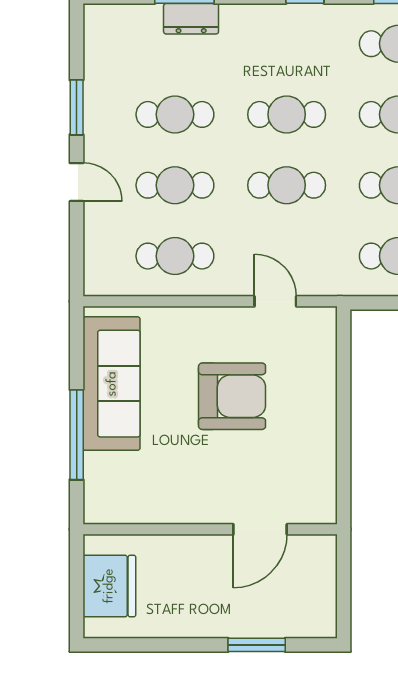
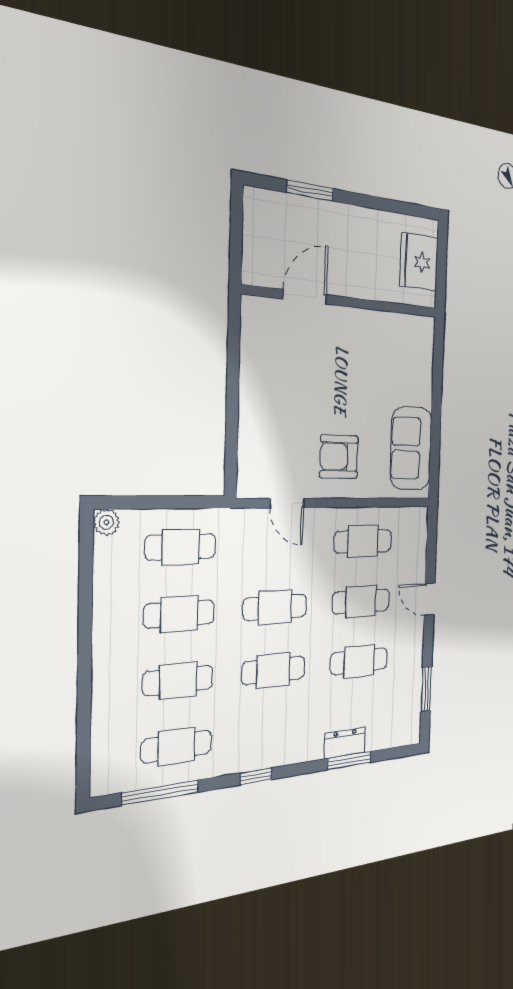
window: (77, 107) -> (426, 689), moved
sofa: (112, 384) -> (411, 448), width x0.73
armchair: (232, 396) -> (339, 457), moved, width x0.73, depth x0.73
window: (77, 435) -> (437, 392), removed

